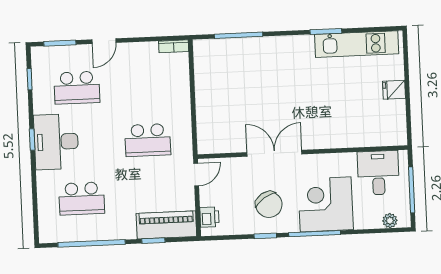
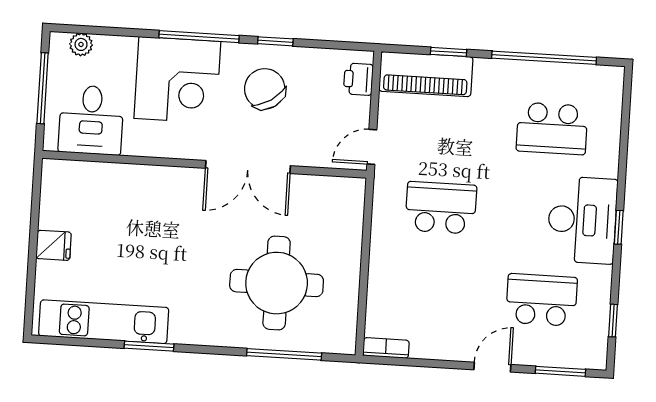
round table: (248, 81) -> (277, 283), added
school desk: (82, 198) -> (552, 128), turned 180

